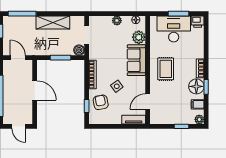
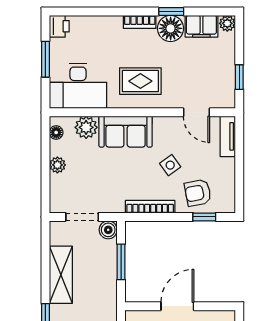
desk: (174, 29) -> (78, 86), moved, turned -90
filing cabinet: (198, 104) -> (201, 26), width x2.00
window: (182, 126) -> (239, 77), moved

